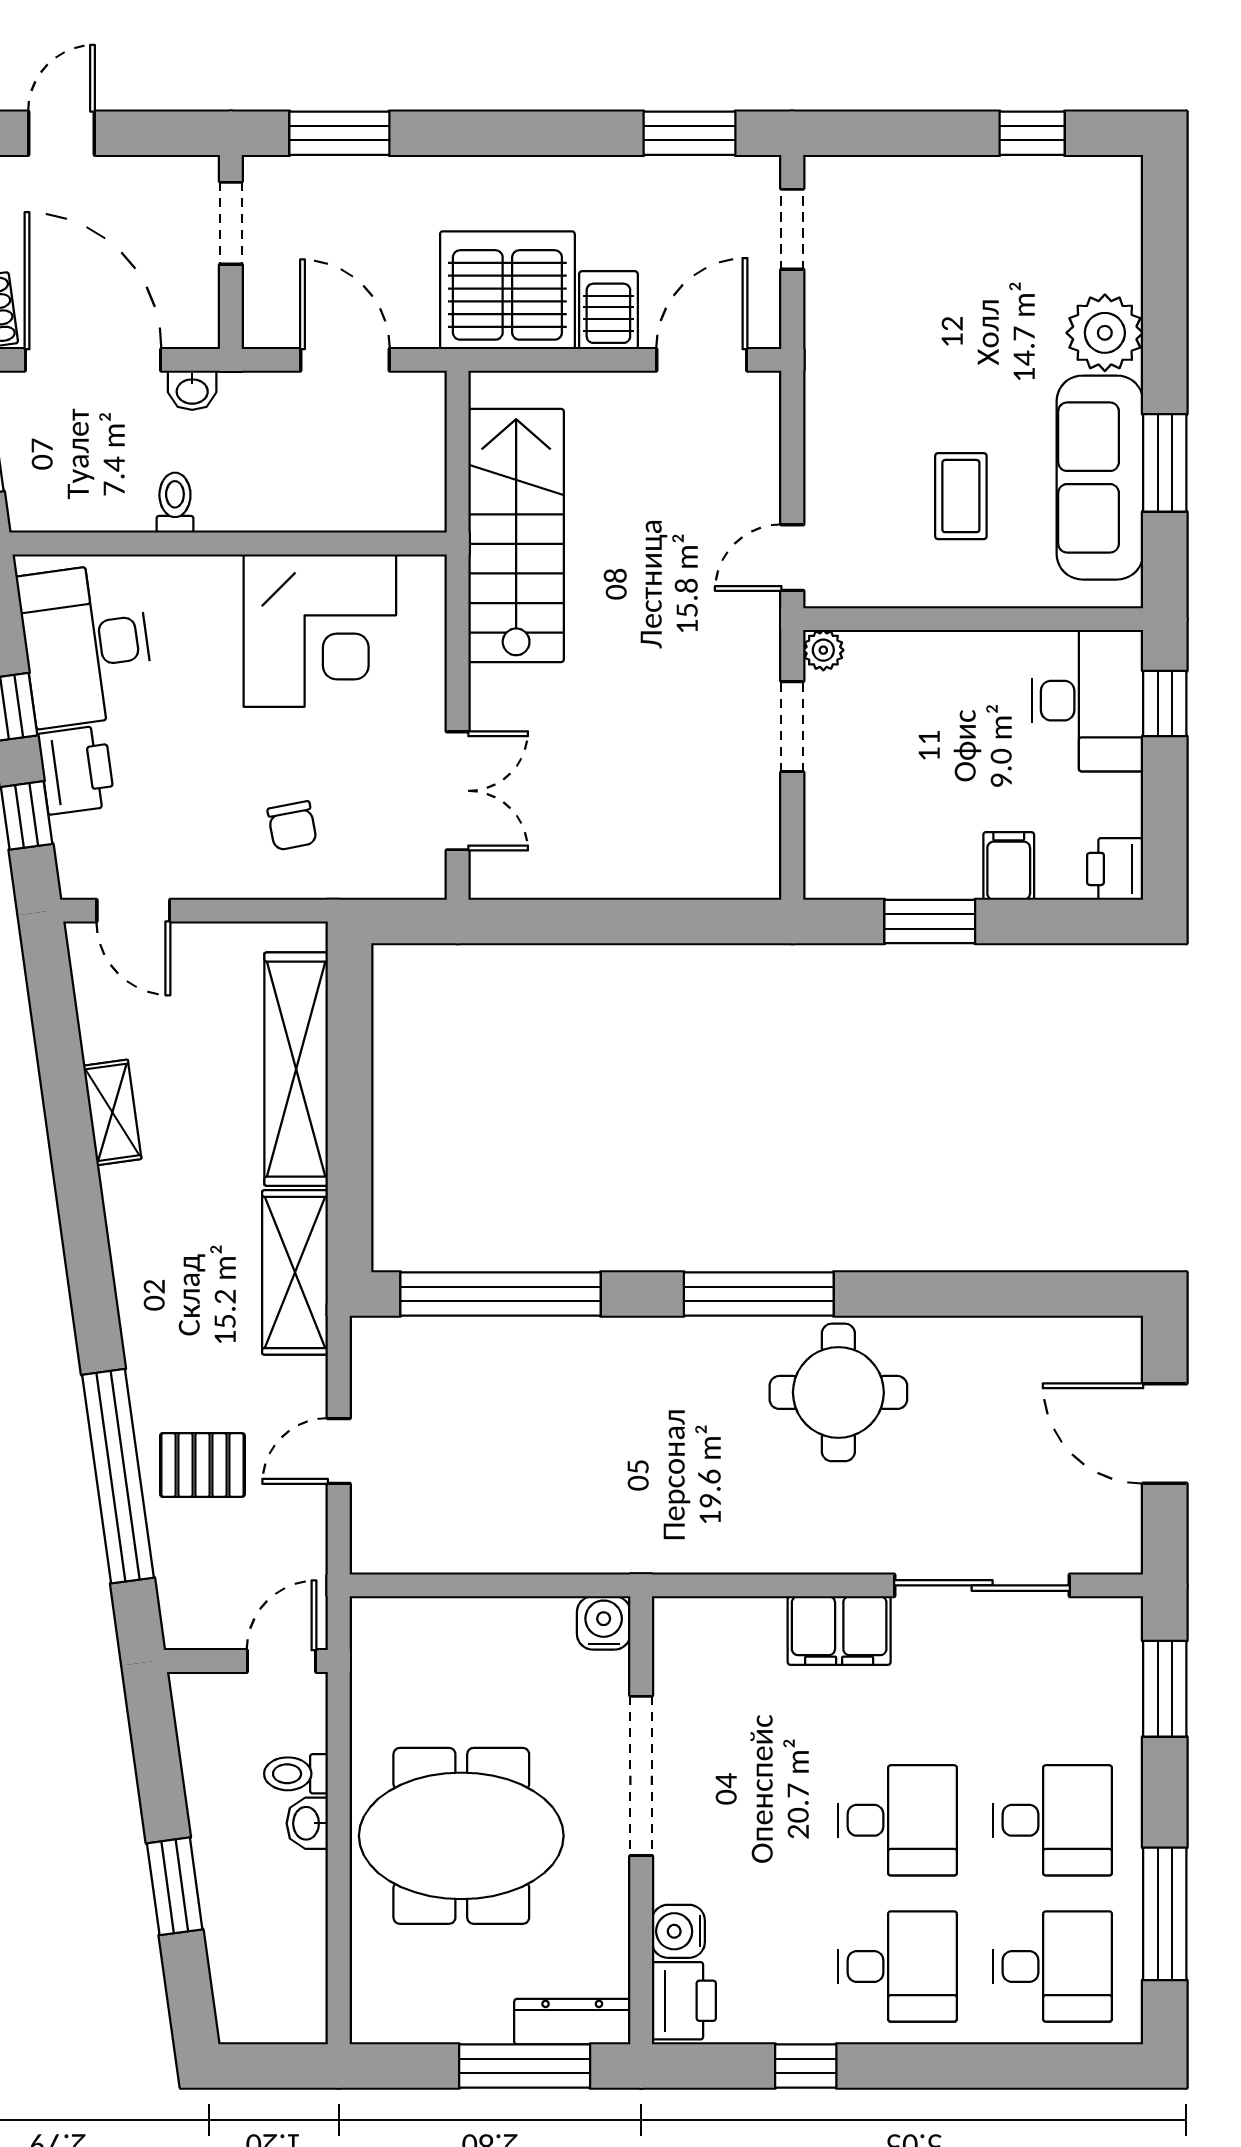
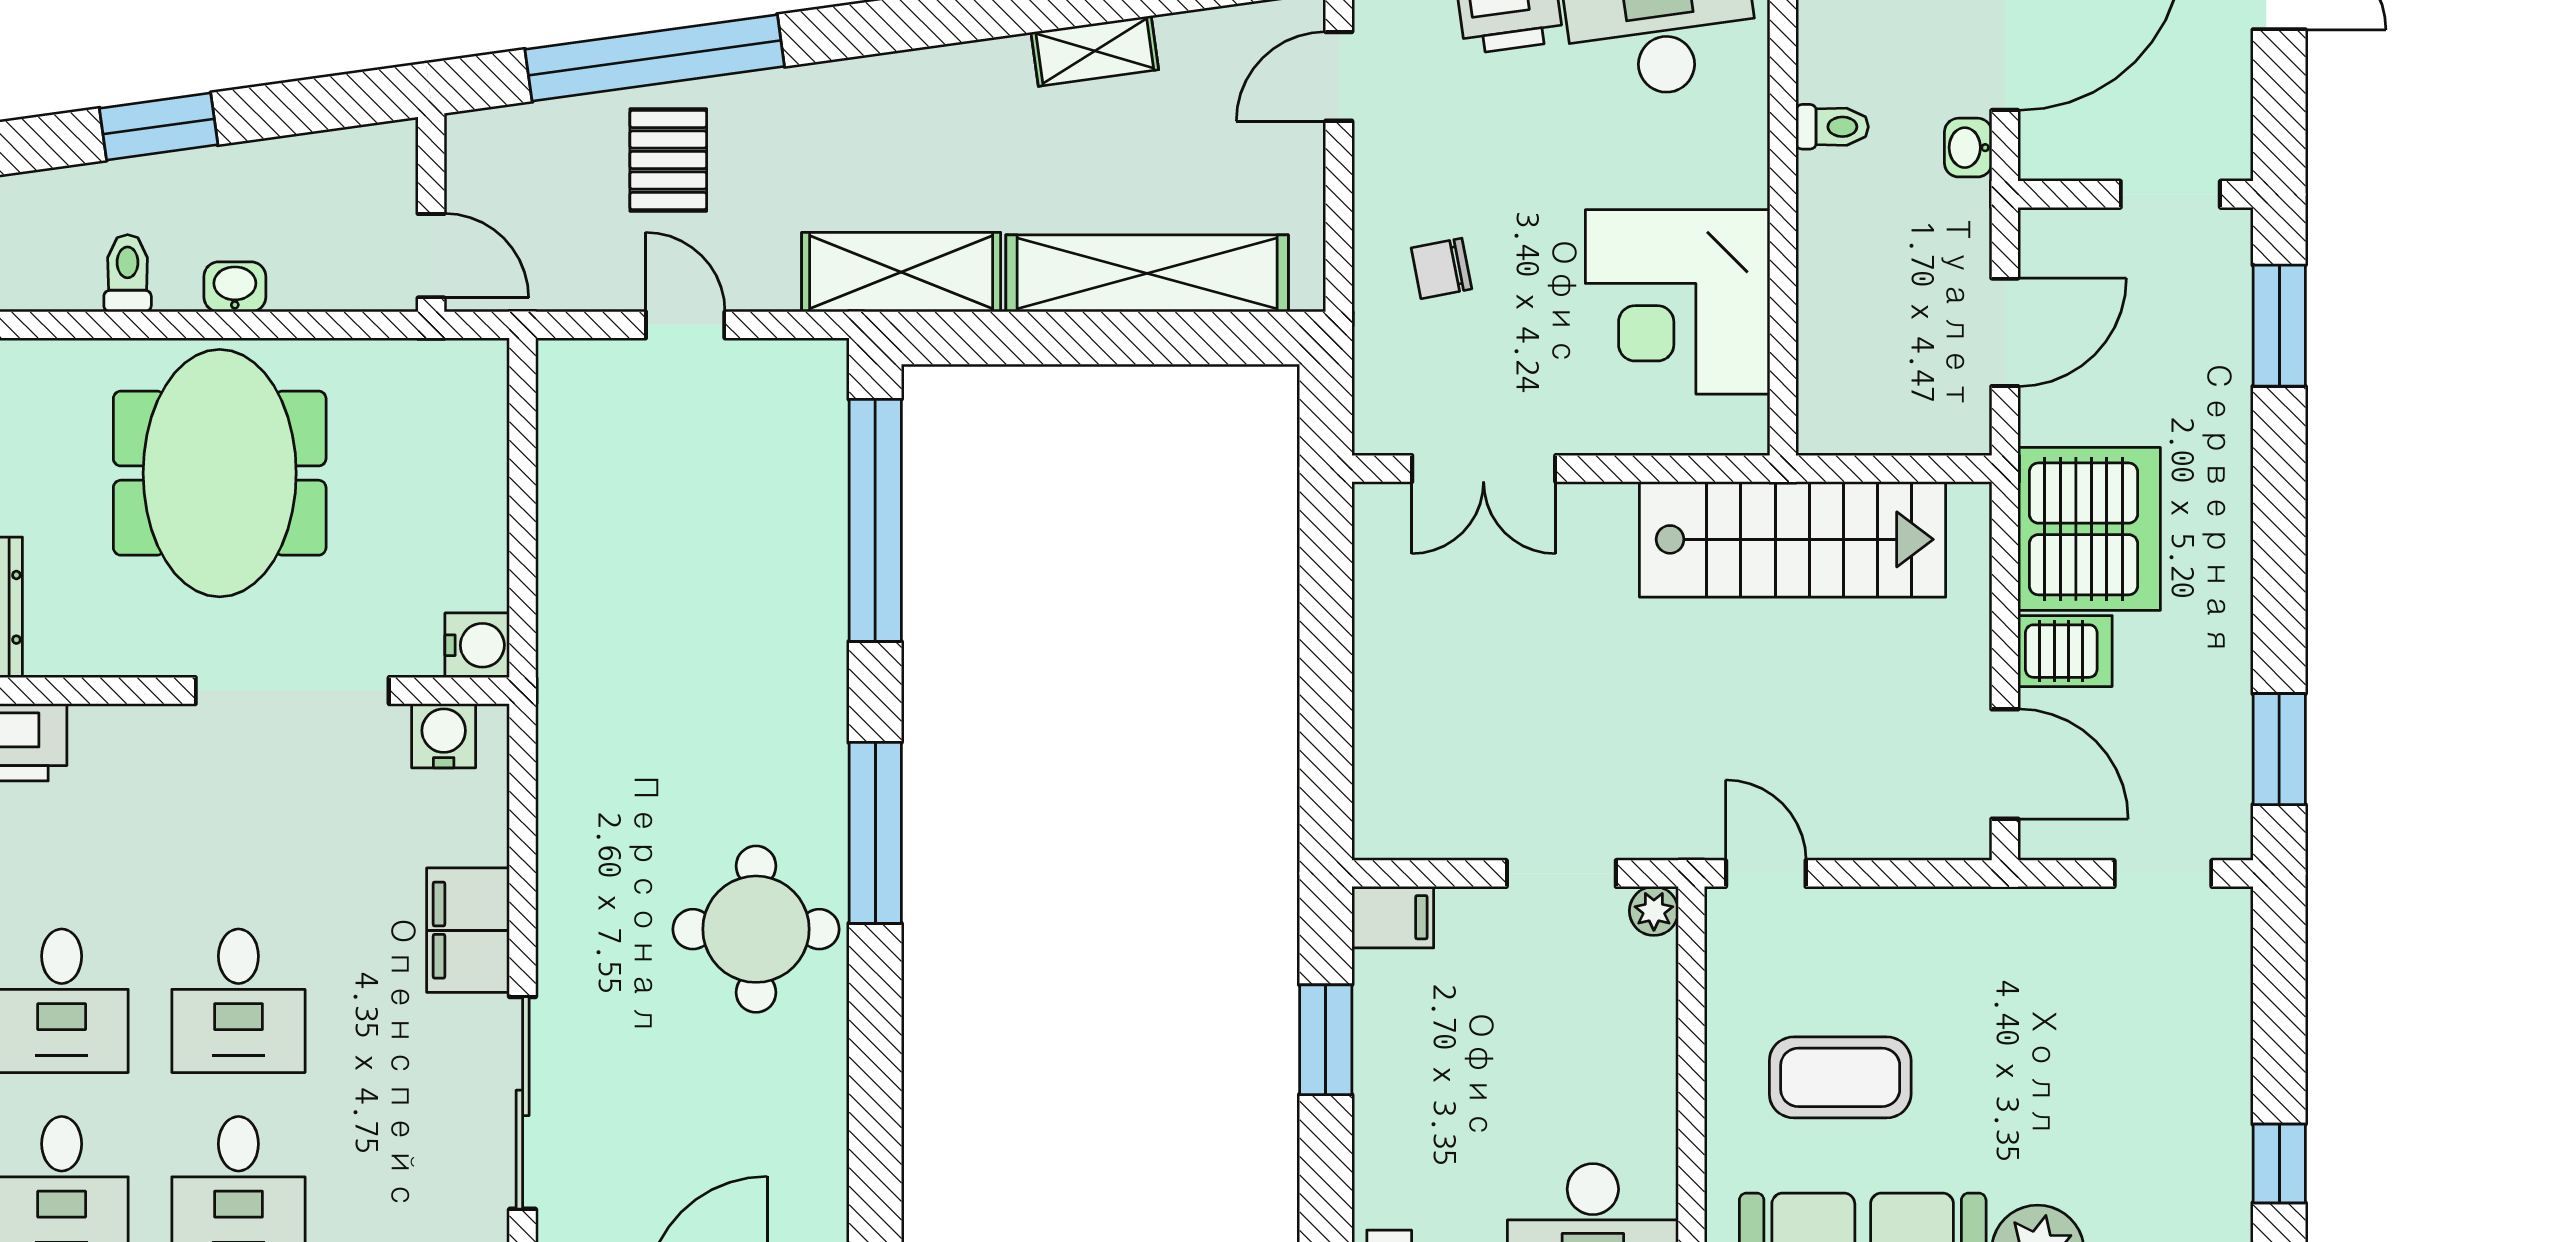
coffee table: (961, 496) -> (1840, 1077), width x1.36, depth x1.30
filing cabinet: (1009, 866) -> (1393, 917), moved
toilet: (296, 1774) -> (128, 273), moved
water cooler: (678, 1931) -> (444, 736), moved

